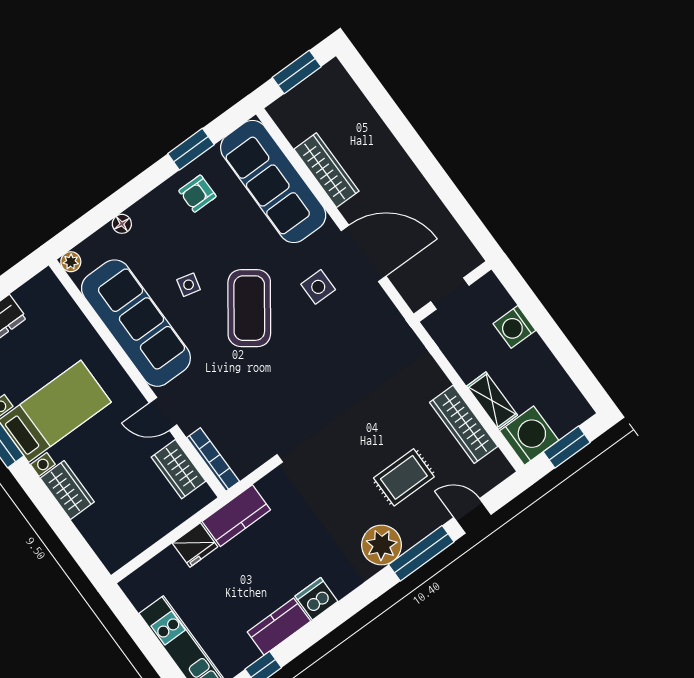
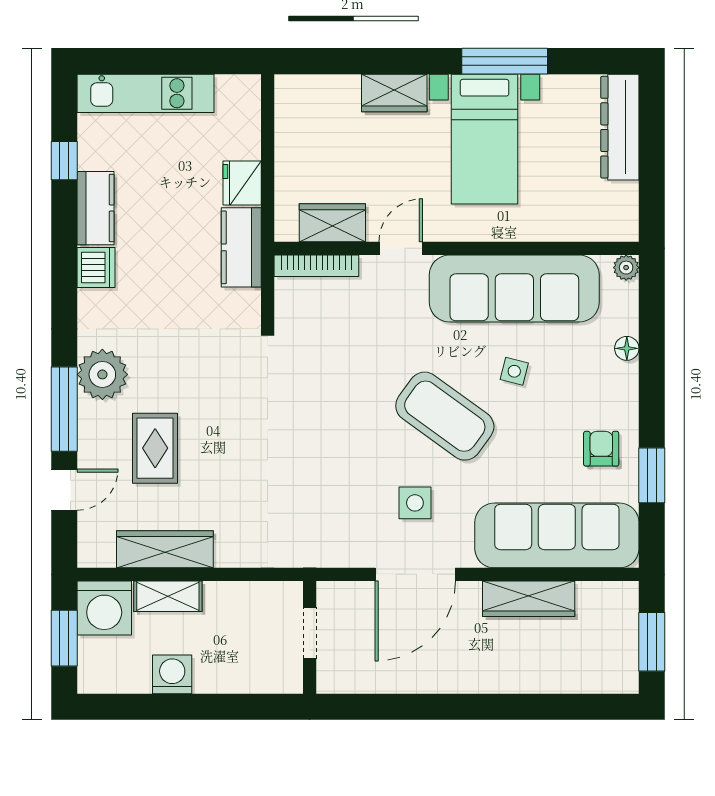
washing machine: (514, 327) -> (172, 674), moved

